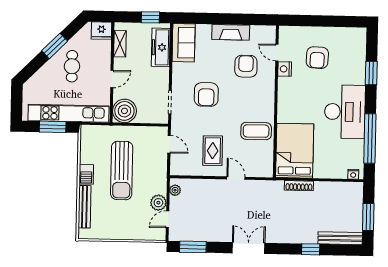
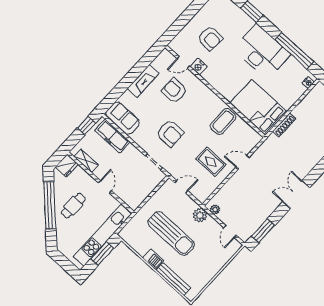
window: (55, 46) -> (50, 205), width x2.11
cafe table: (72, 66) -> (73, 206), turned 90
boiler: (124, 111) -> (133, 197), removed
plant: (158, 203) -> (200, 215), moved

